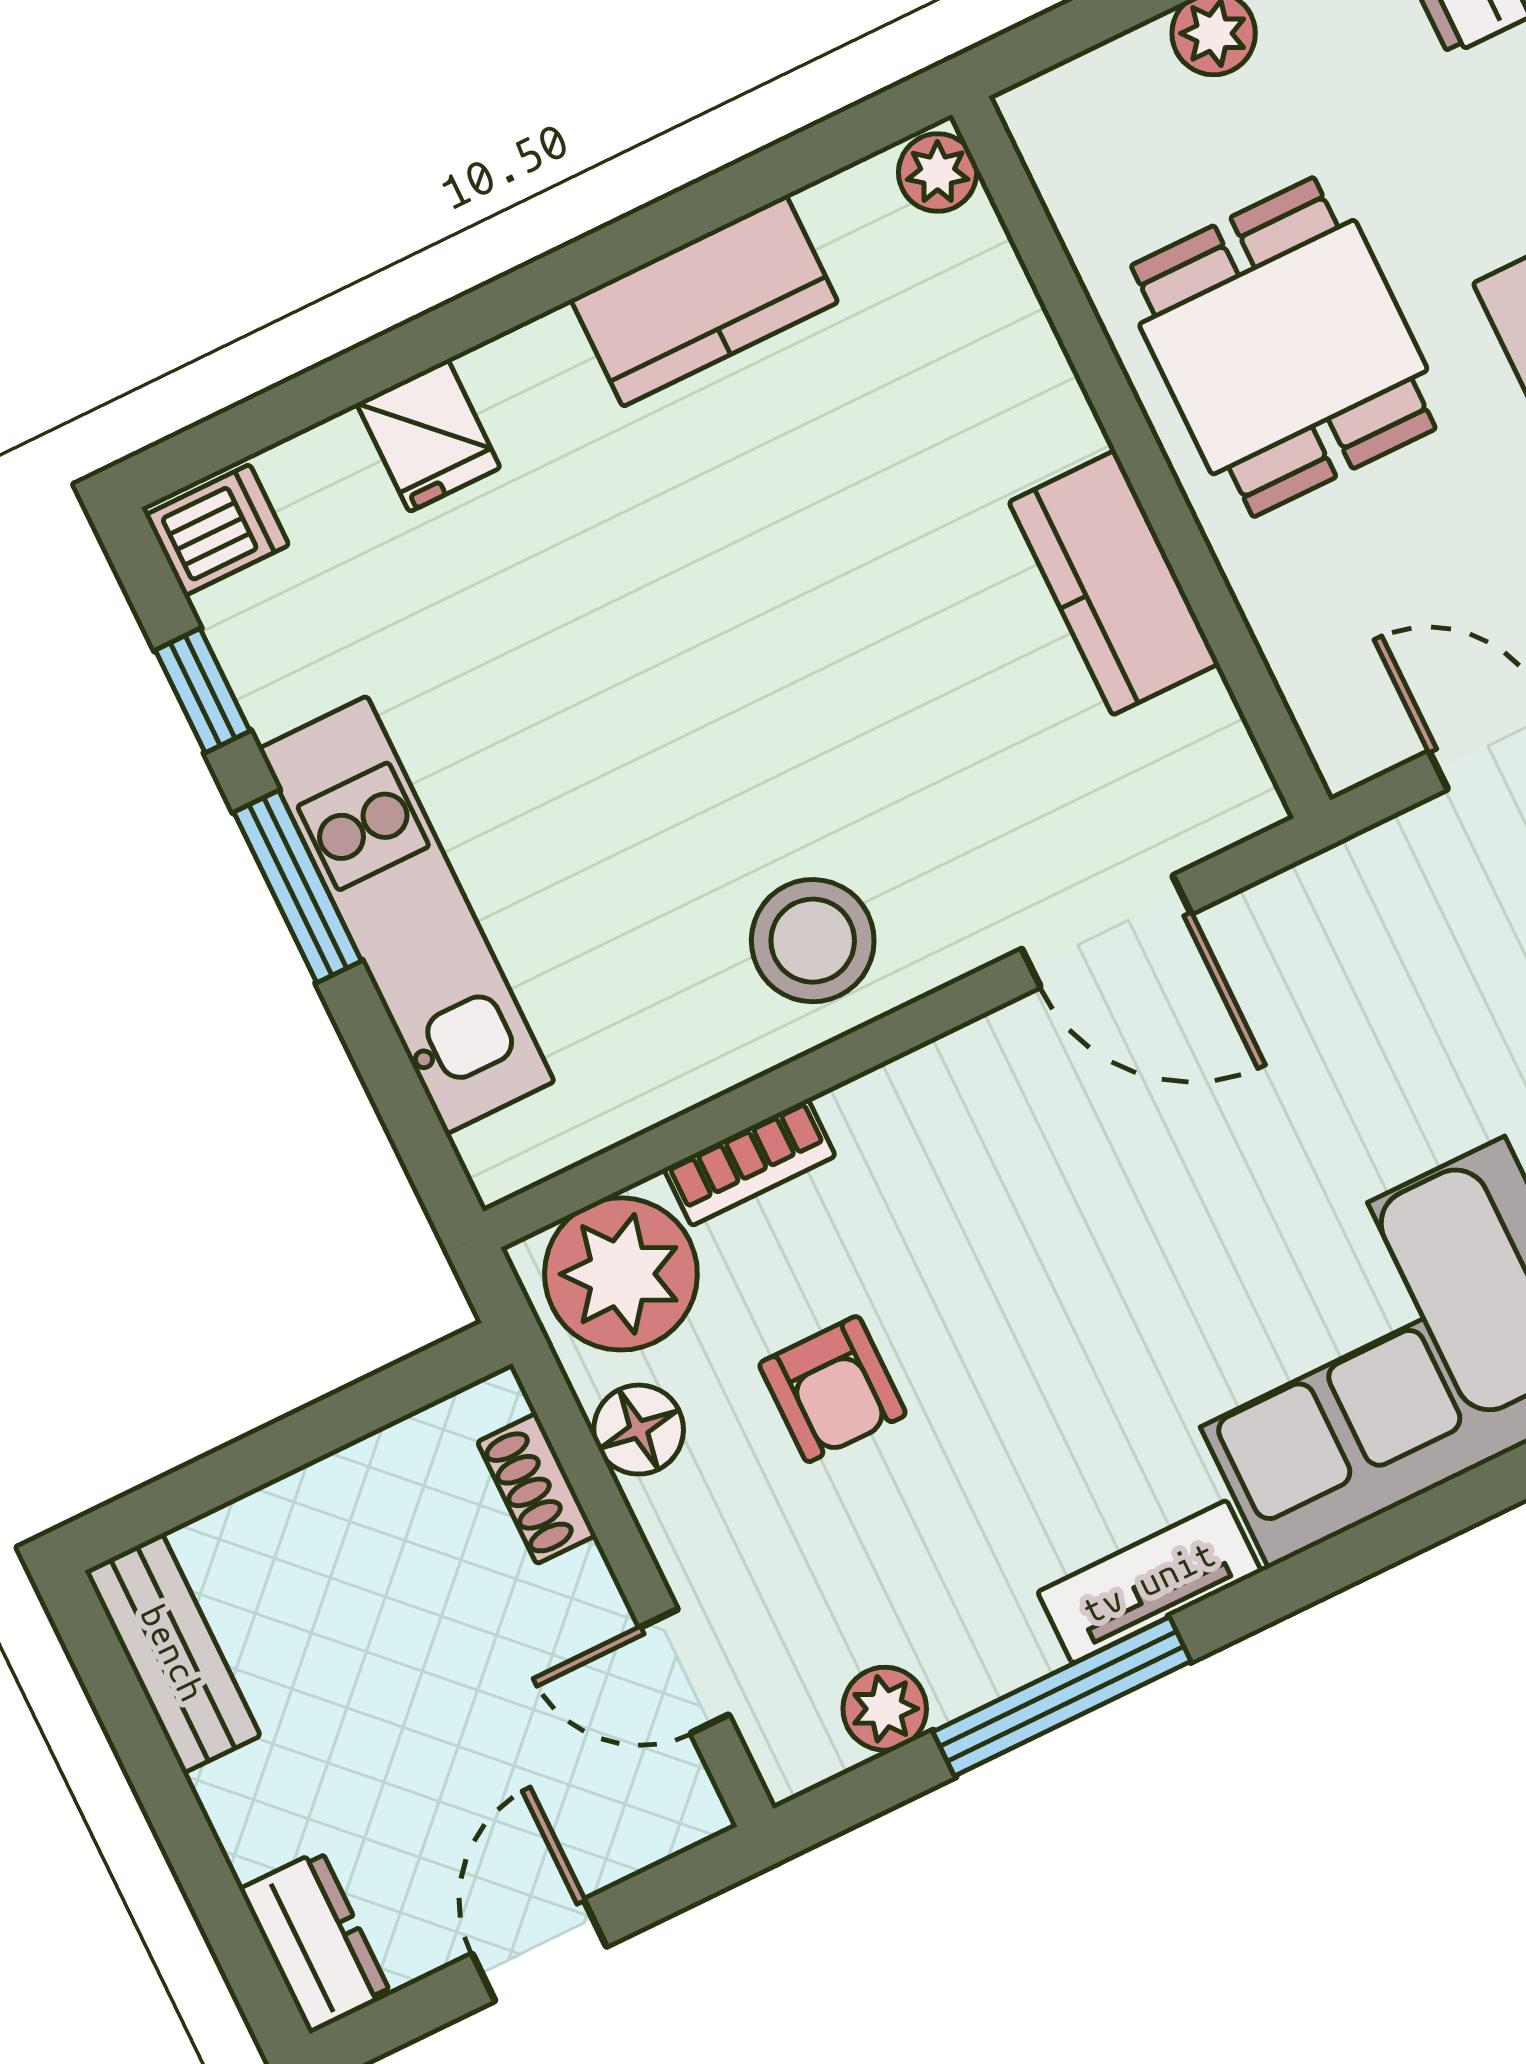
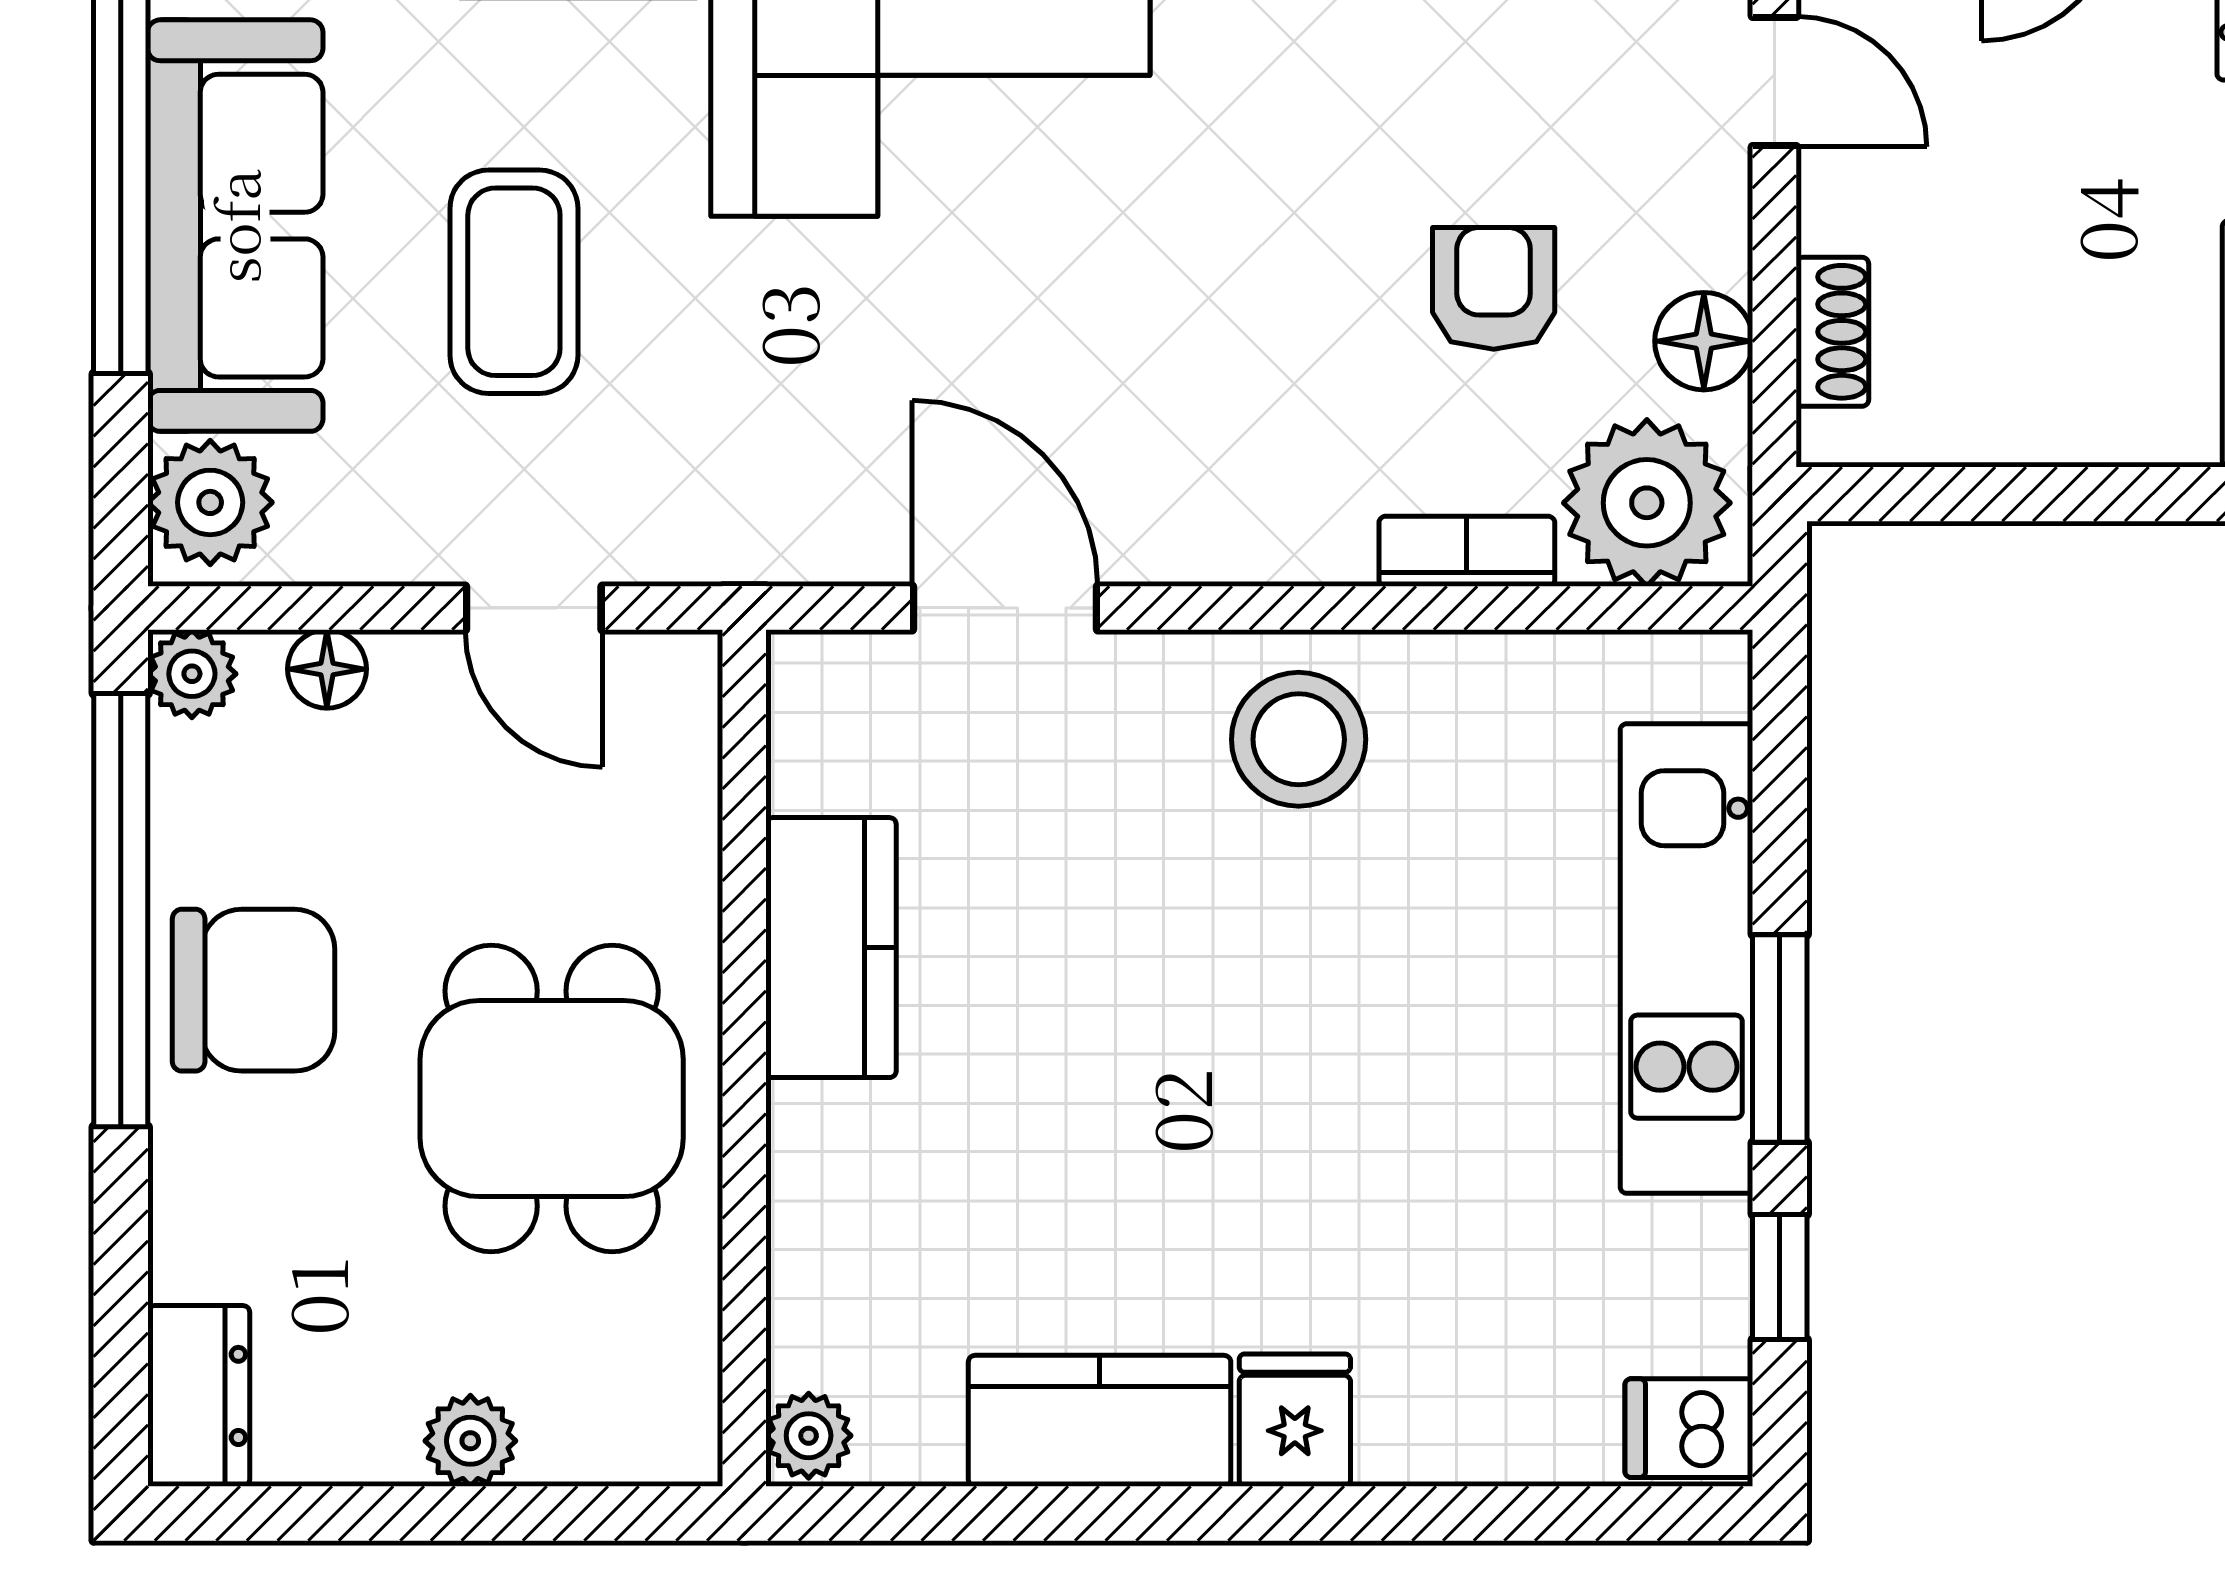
fridge: (428, 436) -> (1295, 1420), moved

